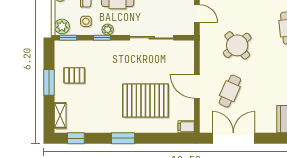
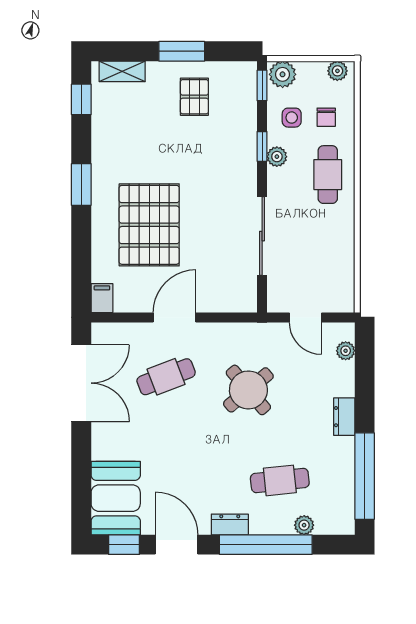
door: (197, 14) -> (305, 317), hinge flipped
cafe table: (230, 91) -> (166, 377), turned -45

